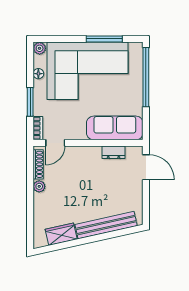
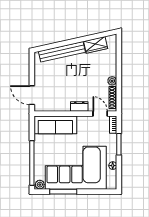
plant: (40, 48) -> (40, 185), moved
door: (55, 143) -> (100, 114), hinge flipped
dresser: (114, 152) -> (79, 106), moved

